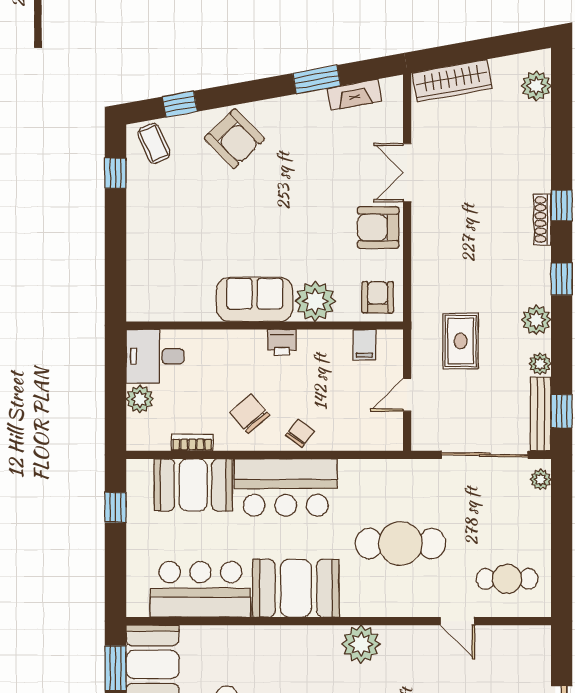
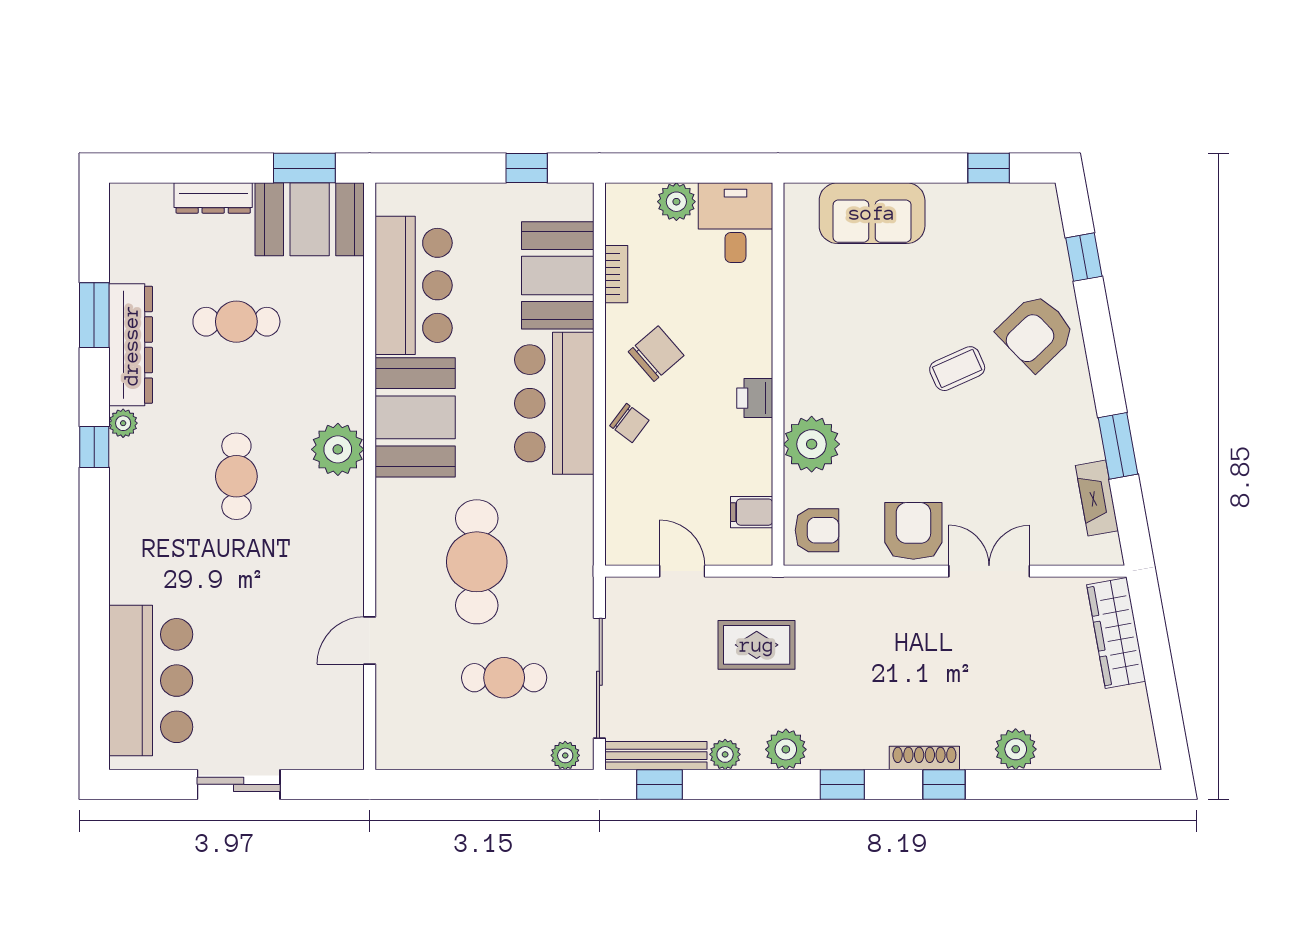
plant: (536, 86) -> (1016, 749), moved
coffee table: (154, 143) -> (957, 369), moved
sofa: (255, 299) -> (872, 213), moved, turned 90
cafe table: (507, 579) -> (504, 678), moved, turned 90
plant: (361, 644) -> (338, 449), moved

